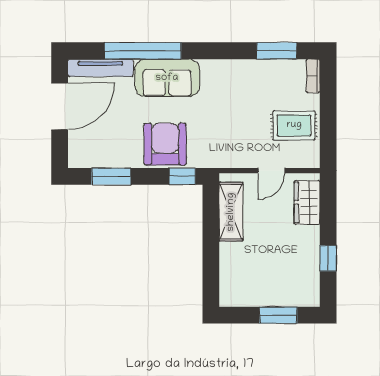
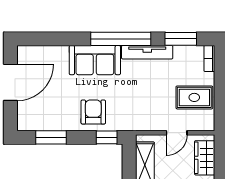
window: (143, 51) -> (121, 39), moved
tv unit: (100, 68) -> (147, 52), moved
armchair: (165, 144) -> (93, 112), width x0.73, depth x0.73

